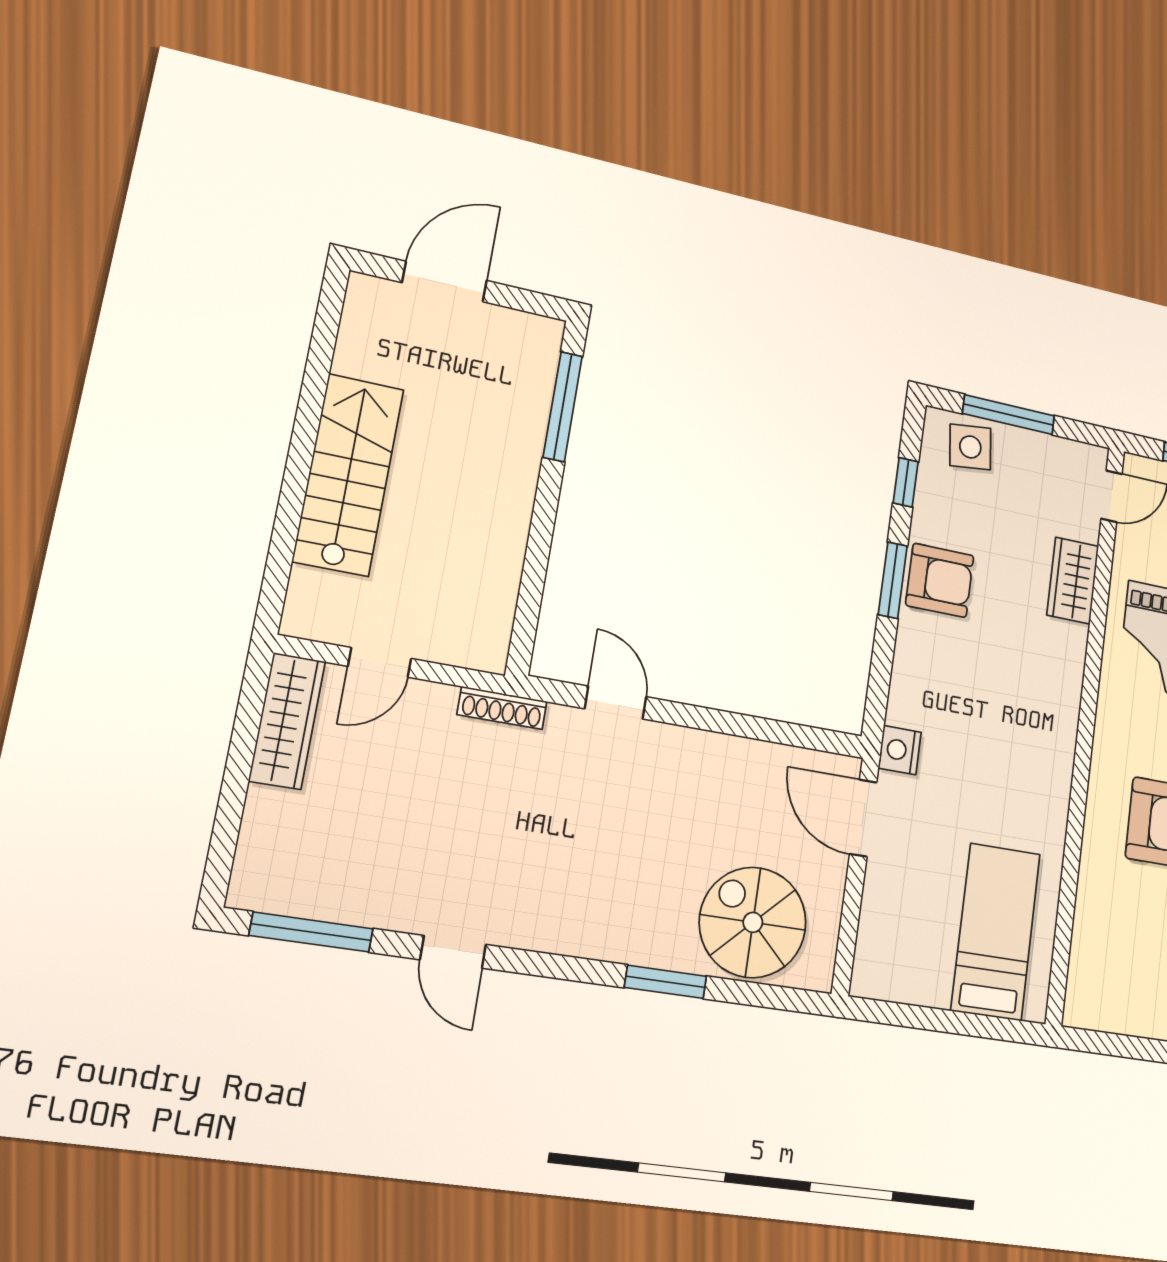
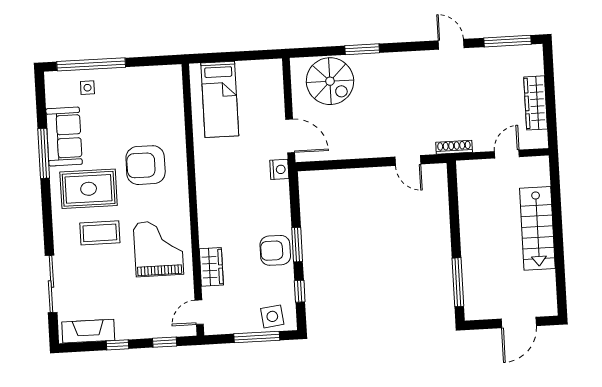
wardrobe: (287, 721) -> (536, 103), moved

